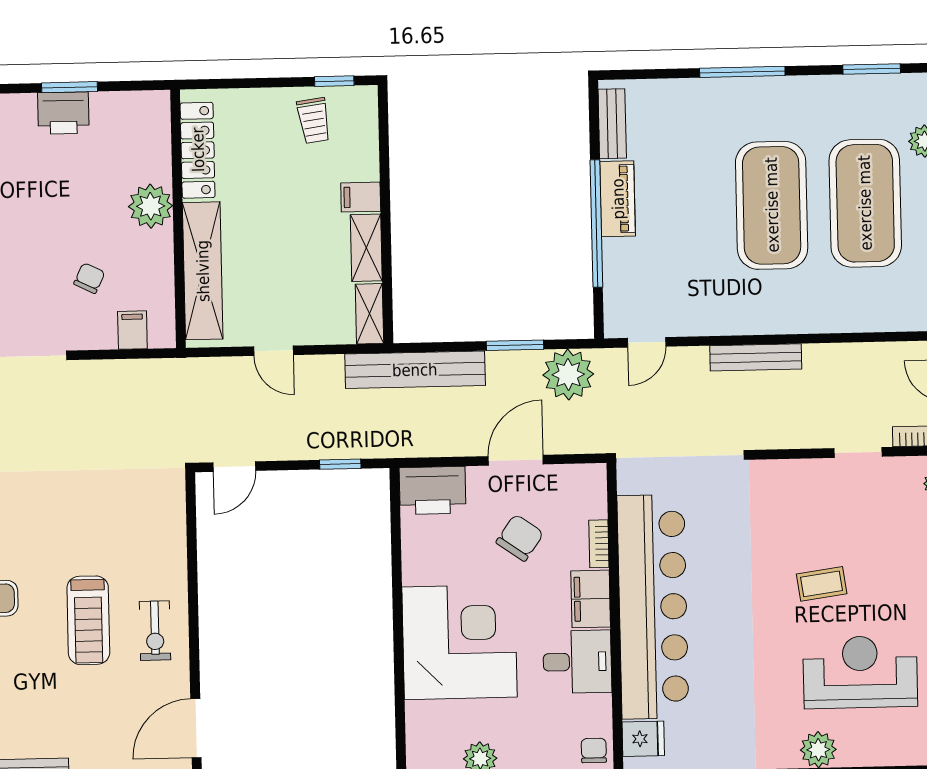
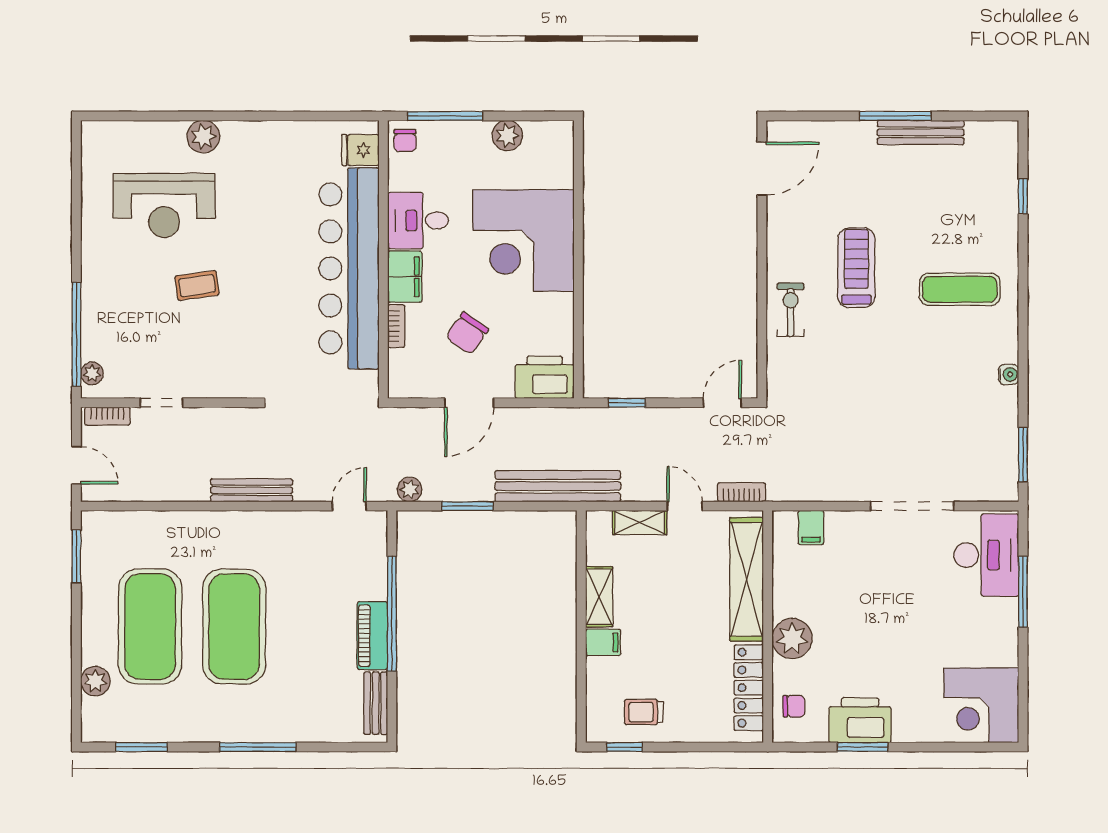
printer: (63, 113) -> (860, 720), width x1.37, depth x1.19
trolley: (314, 121) -> (644, 712), turned -82
chair: (89, 278) -> (794, 706), moved, turned -116
shelving: (369, 314) -> (640, 522), moved, turned 90
bookcase: (210, 368) -> (742, 492), added
plant: (568, 374) -> (410, 489), width x0.53, depth x0.53
exercise bike: (155, 631) -> (791, 310), moved

